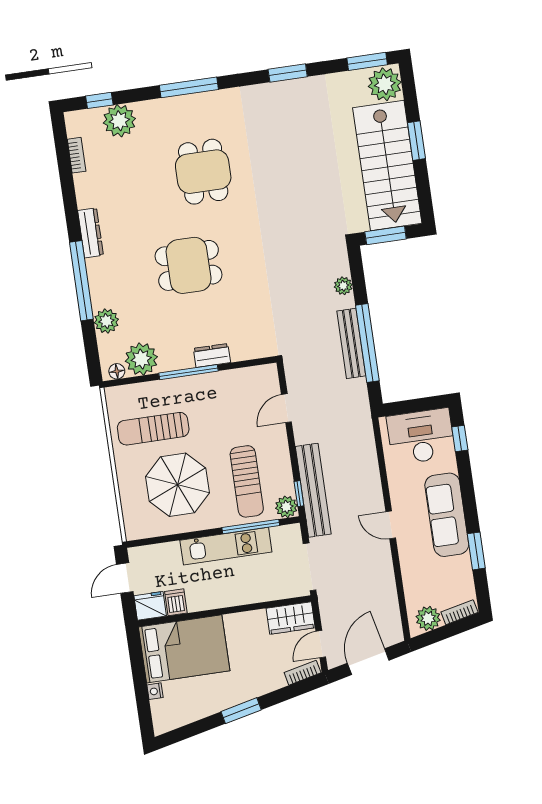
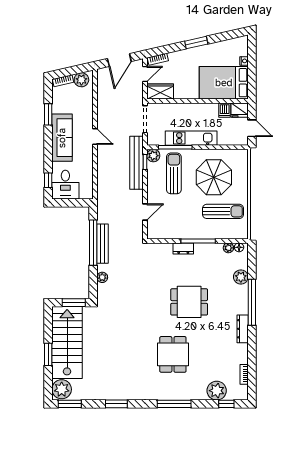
plant: (141, 359) -> (228, 248), width x0.53, depth x0.53
desk: (421, 436) -> (65, 185), width x0.73
door: (125, 578) -> (252, 128), hinge flipped

